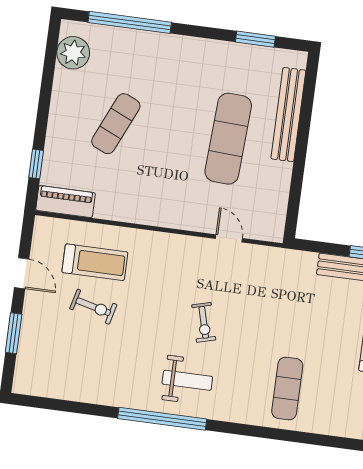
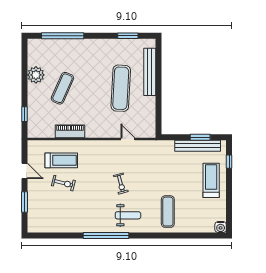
plant: (73, 53) -> (36, 75), moved
piano: (66, 202) -> (70, 131), moved
weight bench: (187, 380) -> (128, 215), moved

